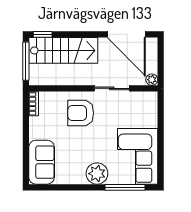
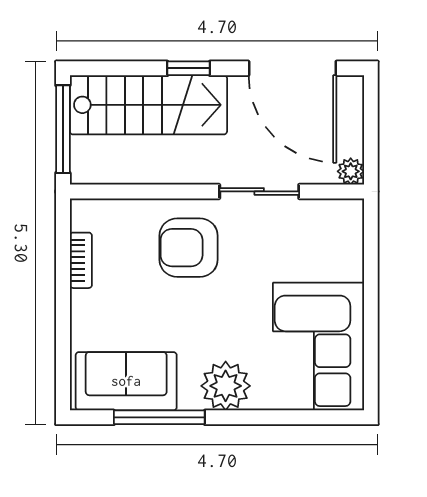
window: (43, 34) -> (189, 68), moved
bookcase: (34, 104) -> (81, 260), moved
sofa: (42, 162) -> (126, 381), moved, turned -90
window: (125, 187) -> (159, 417), moved

